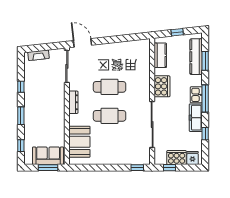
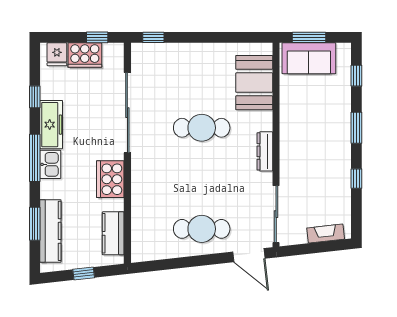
cafe table: (110, 87) -> (202, 229), moved

